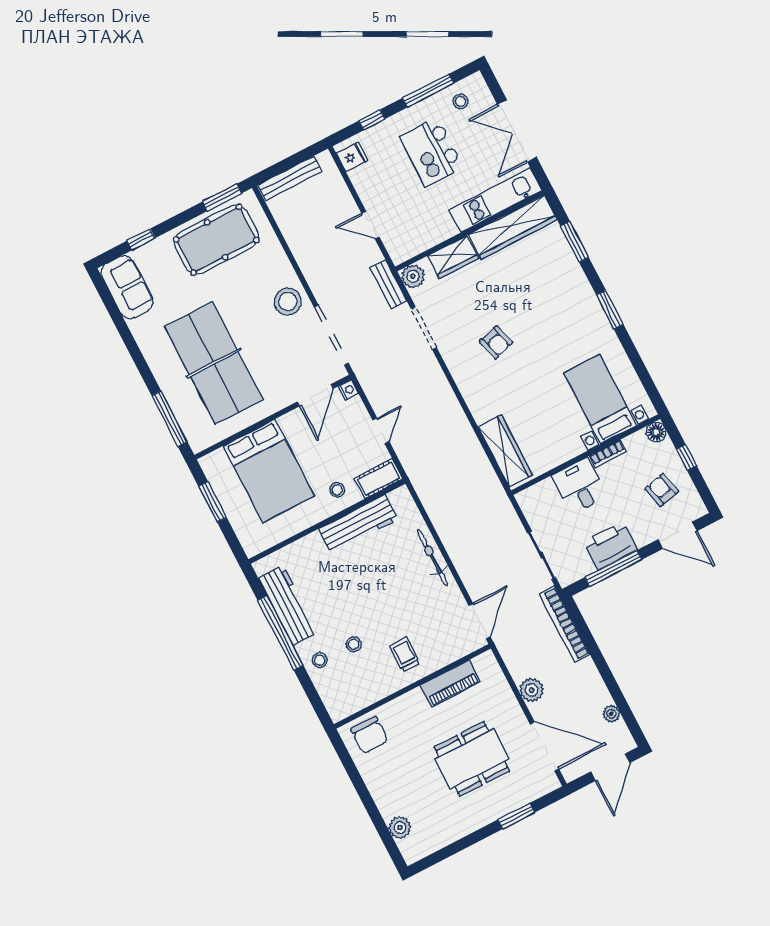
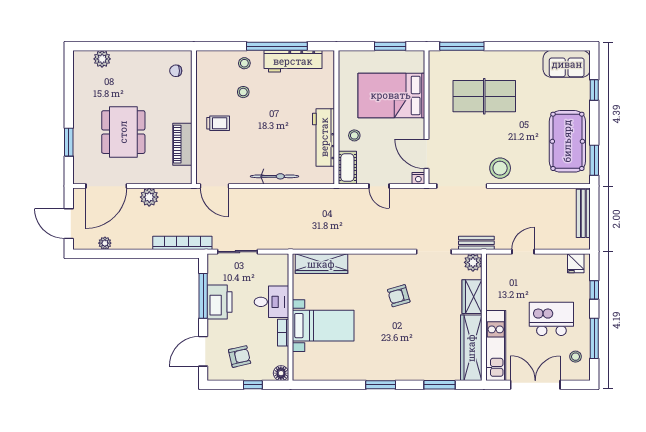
table tennis table: (214, 363) -> (484, 96), width x0.73, depth x0.76
bed with nightstands: (600, 399) -> (323, 326), moved
chair: (370, 735) -> (176, 71), width x0.54, depth x0.54

